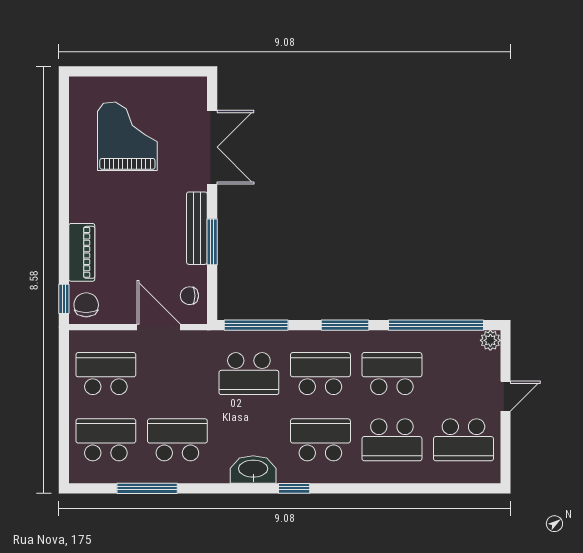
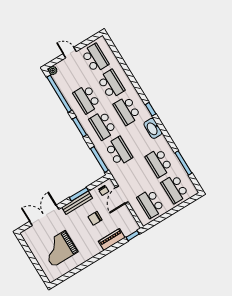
chair: (86, 305) -> (95, 218), moved

